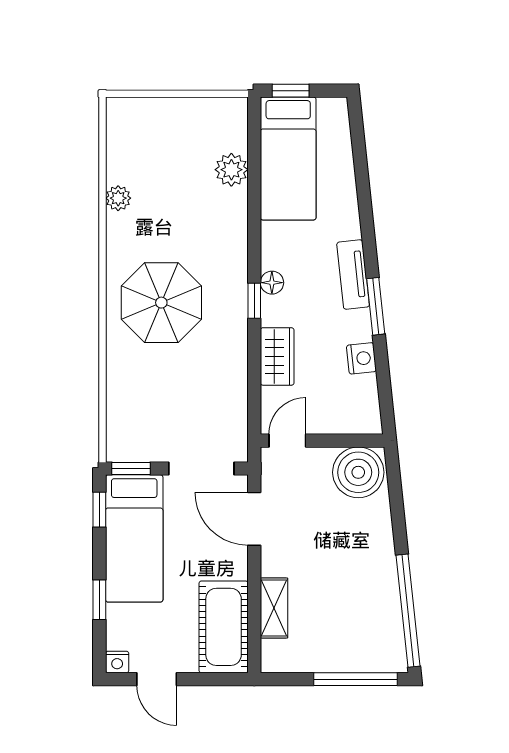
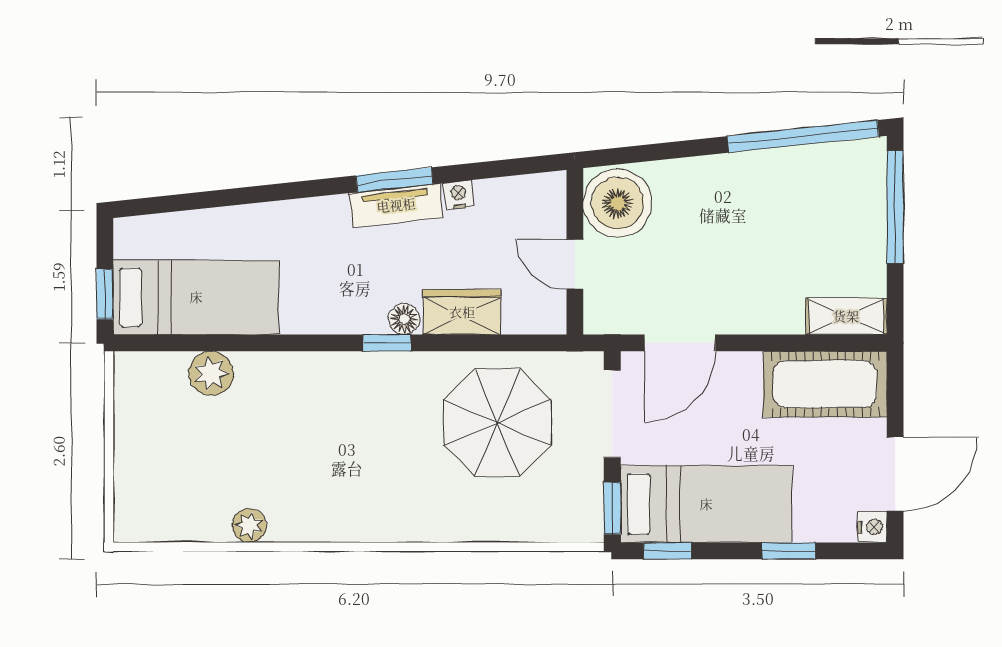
tv unit: (353, 275) -> (396, 205), moved
floor lamp: (272, 283) -> (404, 319), moved
parasol: (161, 303) -> (497, 422), moved
nightstand: (361, 358) -> (458, 195), width x0.72, depth x0.74
door: (287, 441) -> (575, 264), moved
shelving: (274, 608) -> (846, 316), moved
door: (157, 679) -> (895, 474), width x1.38

